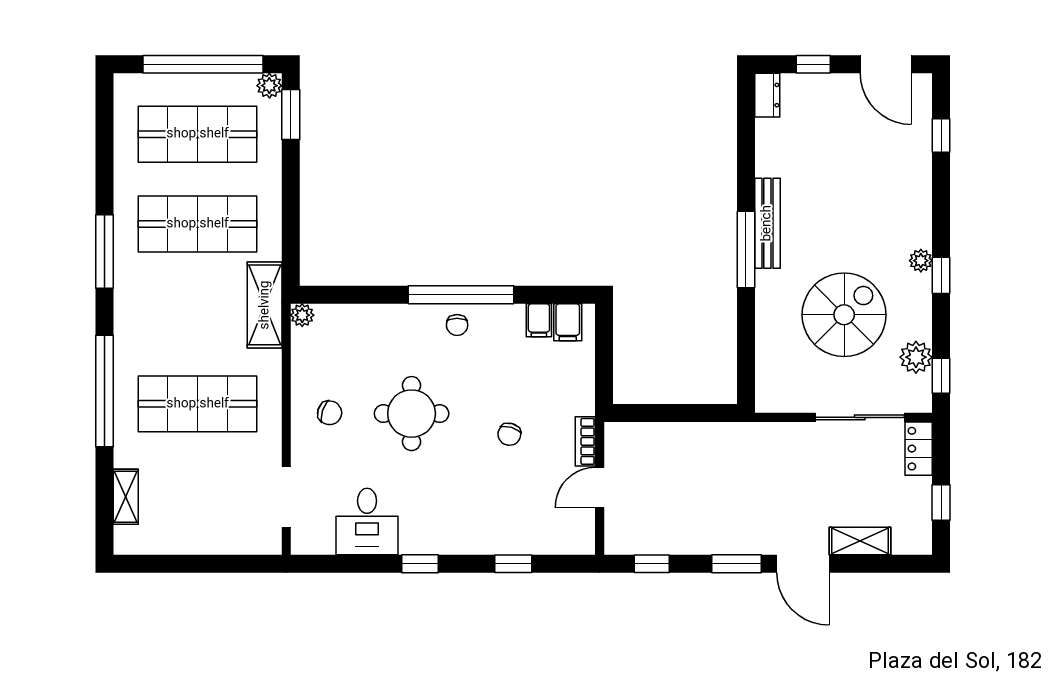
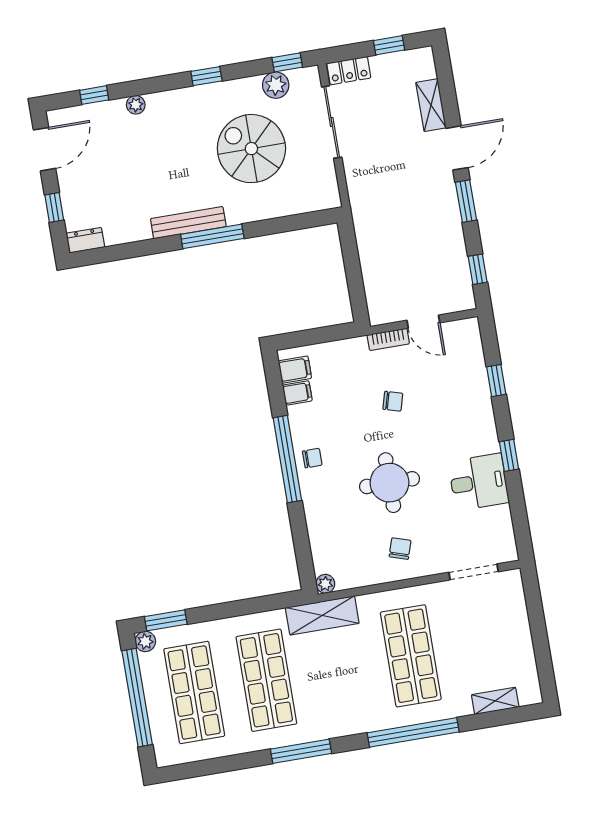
plant: (921, 261) -> (136, 105), moved
desk: (367, 522) -> (479, 482), moved

